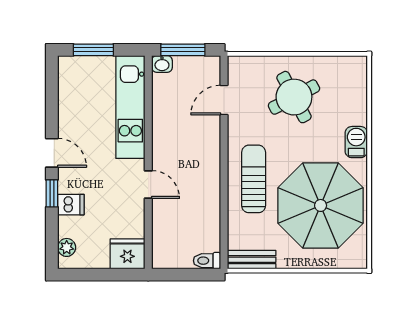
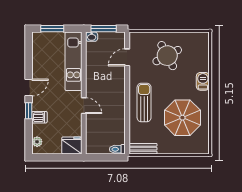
door: (52, 153) -> (29, 88), hinge flipped
parasol: (321, 205) -> (182, 118), width x0.73, depth x0.73

